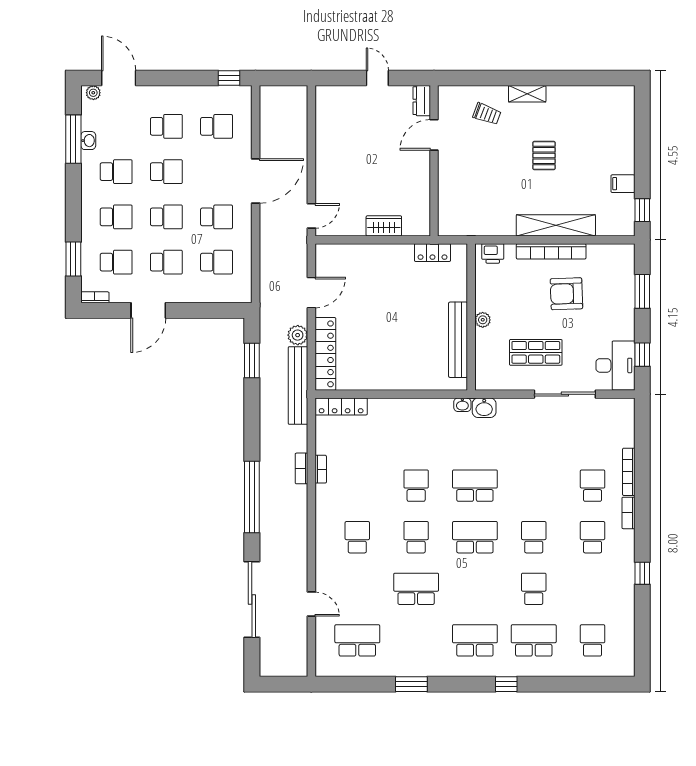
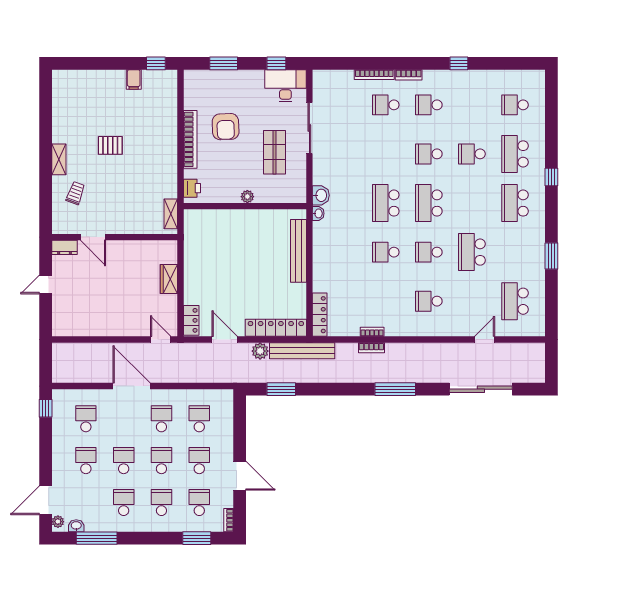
washbasin: (88, 141) -> (76, 526), moved
shelving: (556, 225) -> (171, 214), moved, width x0.45, depth x0.75
locker: (432, 253) -> (191, 320), moved
bench: (458, 340) -> (298, 251), moved, turned 90
window: (252, 497) -> (395, 389), width x0.68

